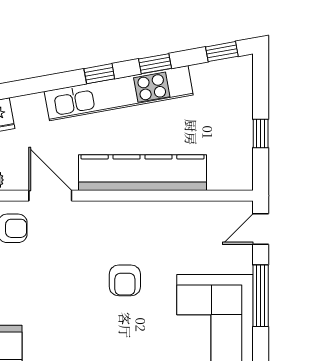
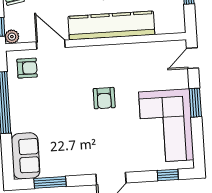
window: (261, 296) -> (195, 103), width x0.69

